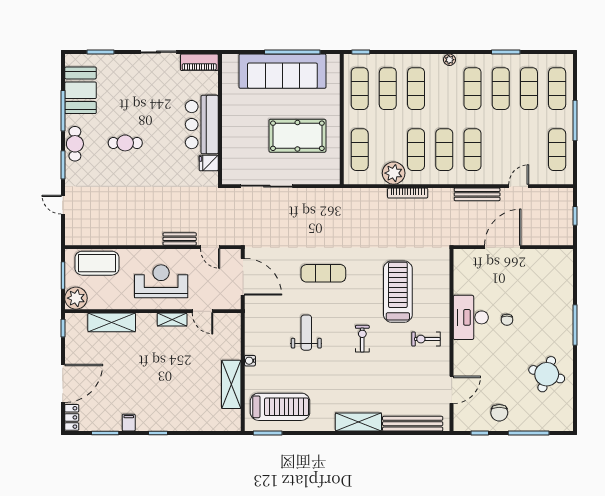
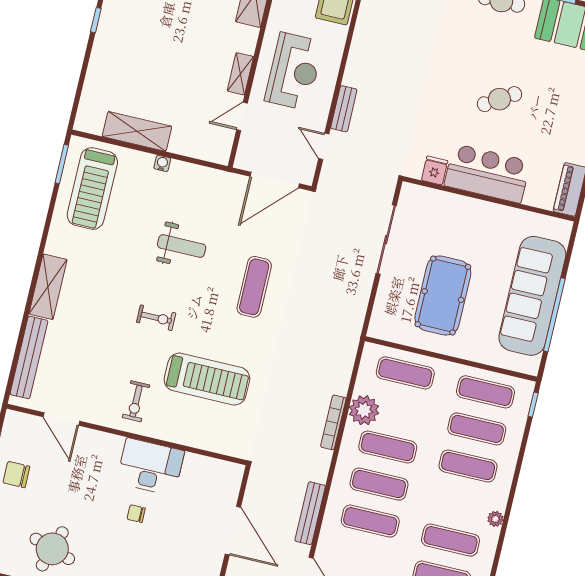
cafe table: (125, 143) -> (499, 99), moved, turned 58
door: (210, 247) -> (324, 146), hinge flipped
exercise bike: (426, 339) -> (136, 401), turned 180

